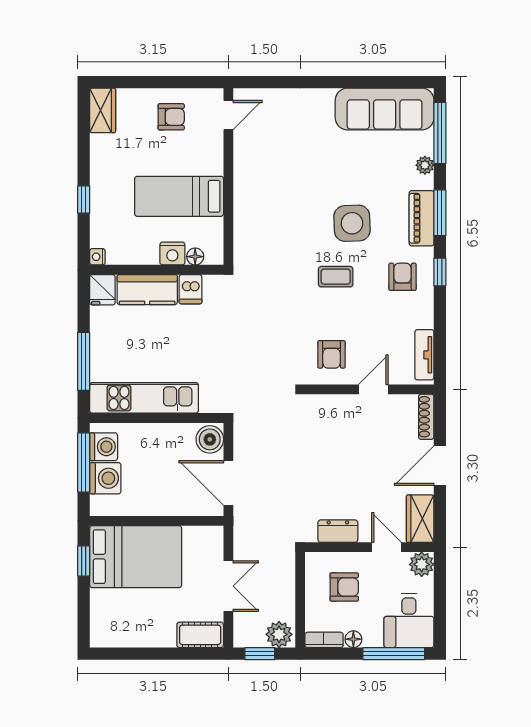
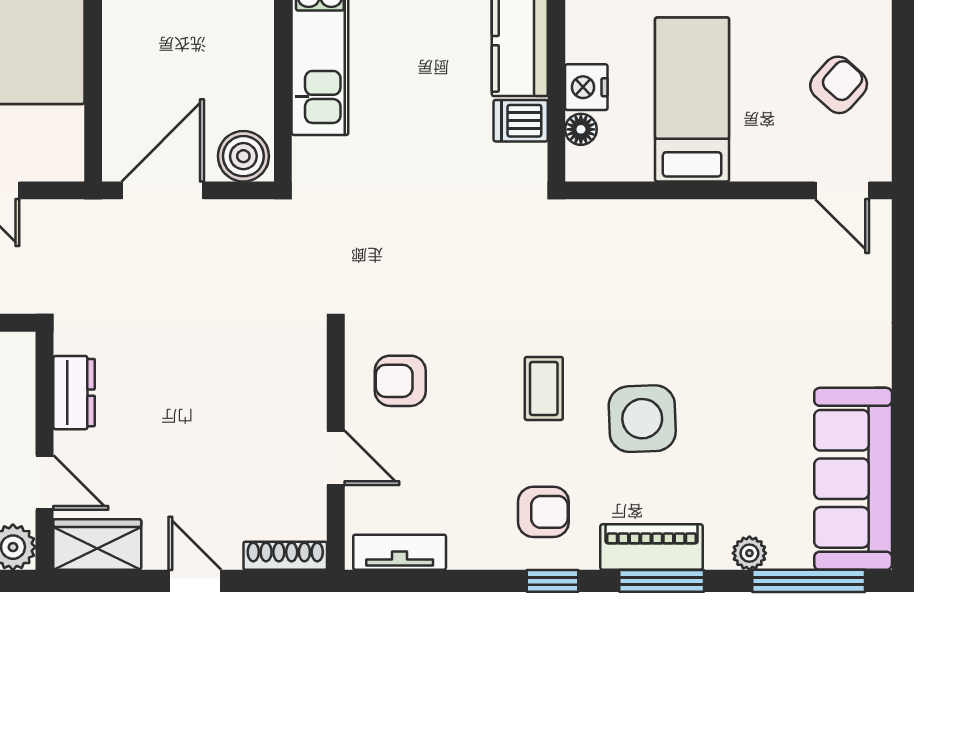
armchair: (171, 117) -> (839, 85), turned -138
door: (440, 466) -> (195, 581), width x0.73
door: (387, 547) -> (45, 482), hinge flipped

